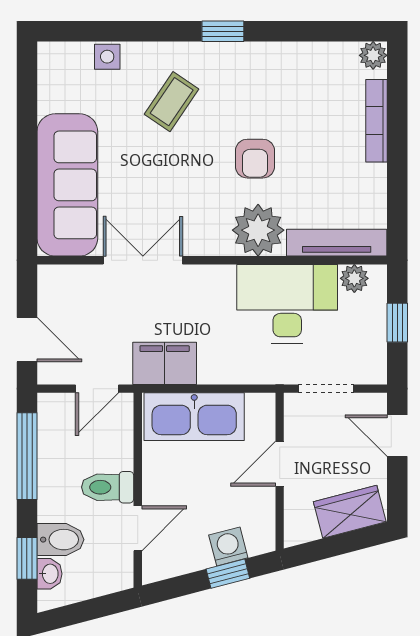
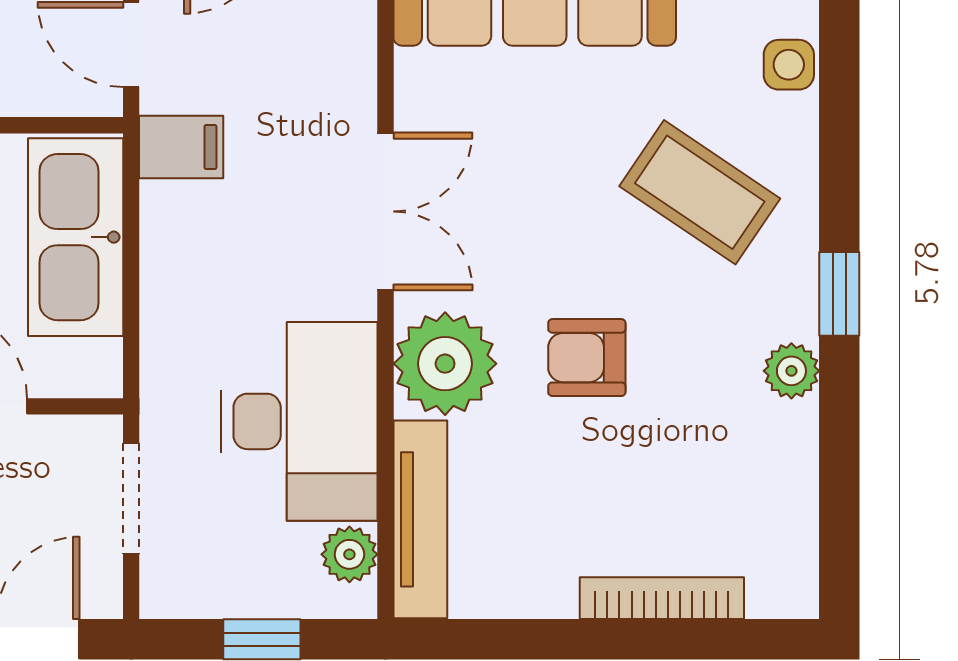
plant: (373, 55) -> (791, 371), moved
coffee table: (172, 102) -> (700, 192), width x1.36, depth x1.30
double door: (143, 260) -> (386, 211), moved
filing cabinet: (165, 363) -> (181, 147), width x0.50

